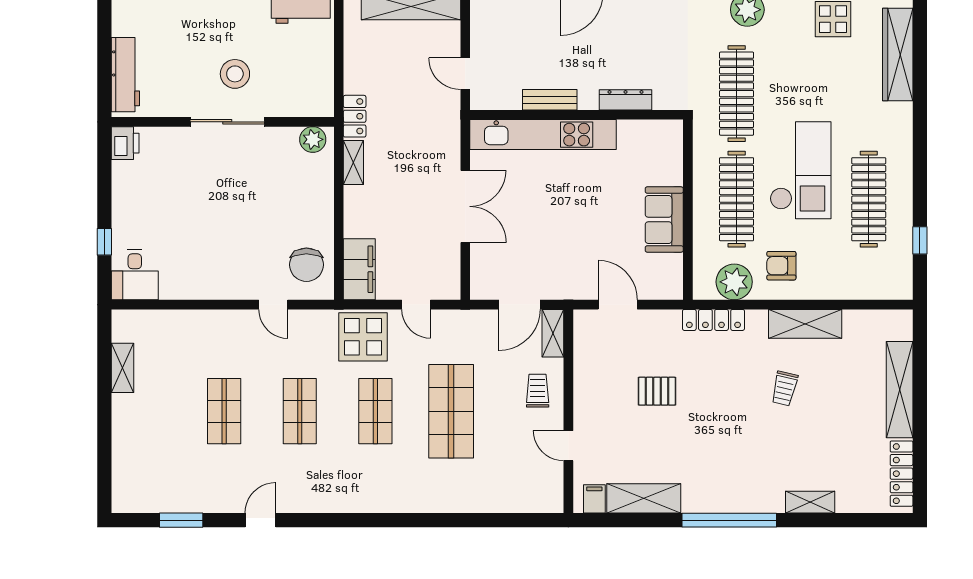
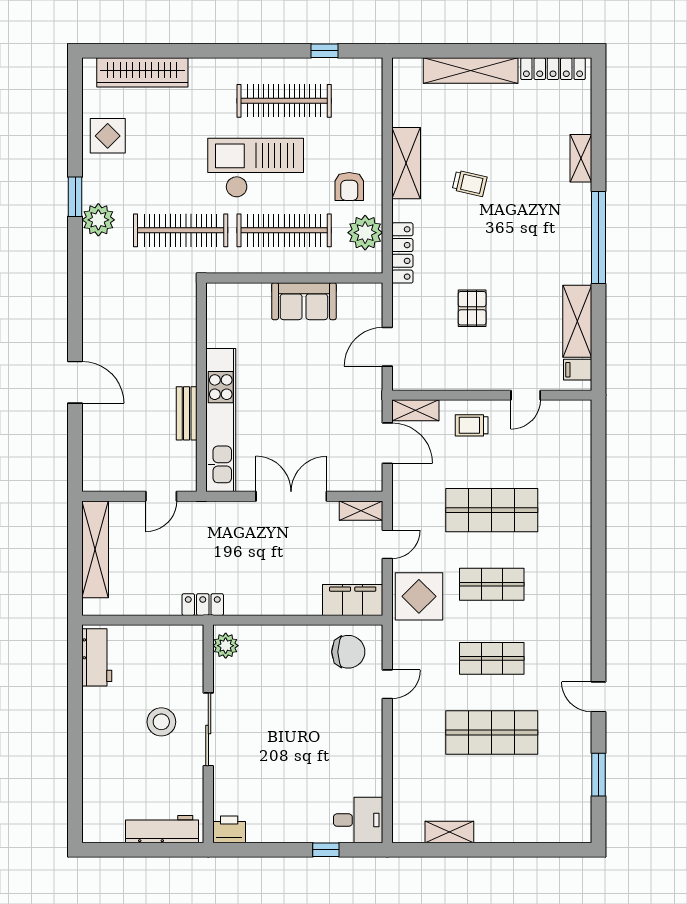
dresser: (626, 100) -> (187, 339), removed
shelving: (353, 162) -> (361, 511), moved
shop shelf: (224, 411) -> (492, 732), width x1.43, depth x1.36

